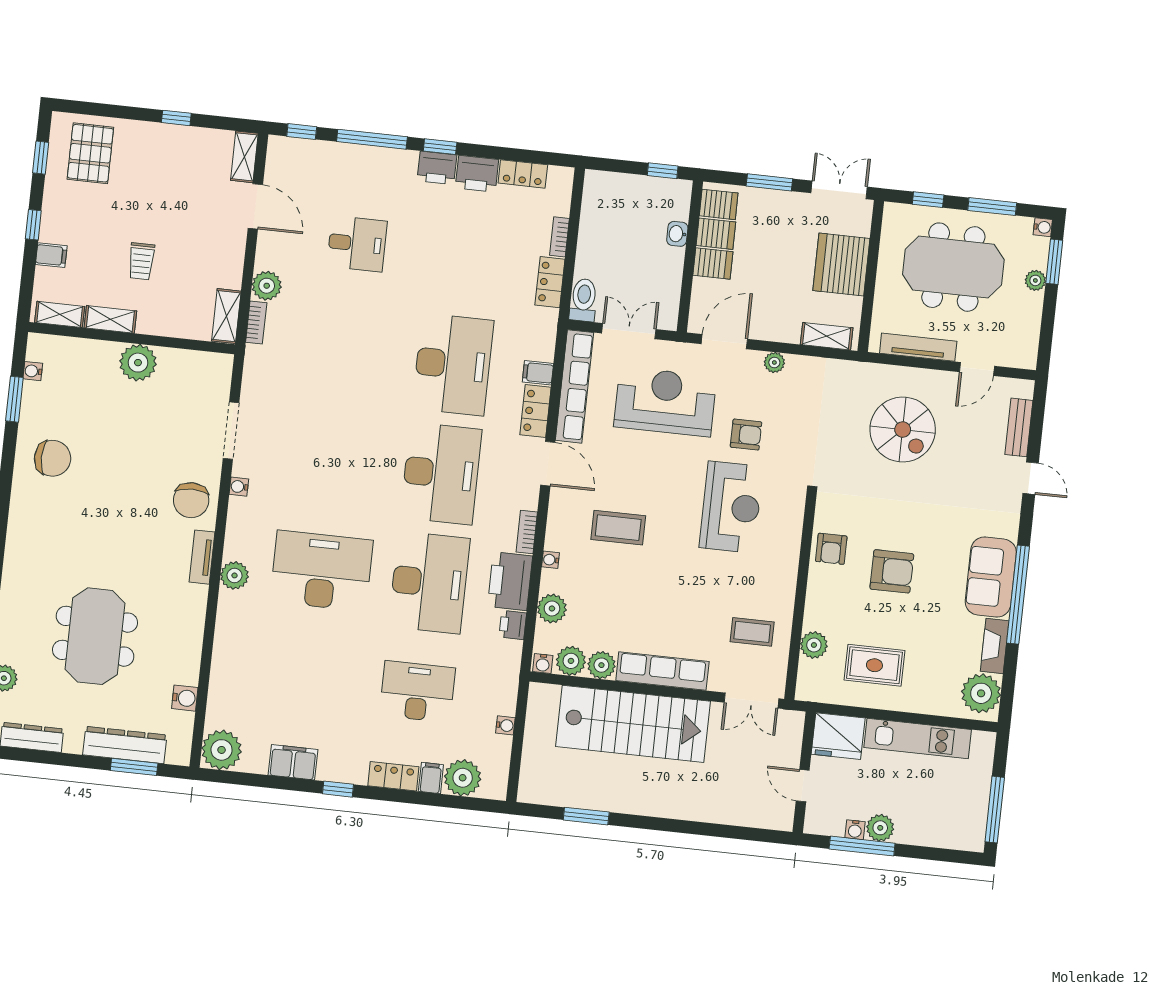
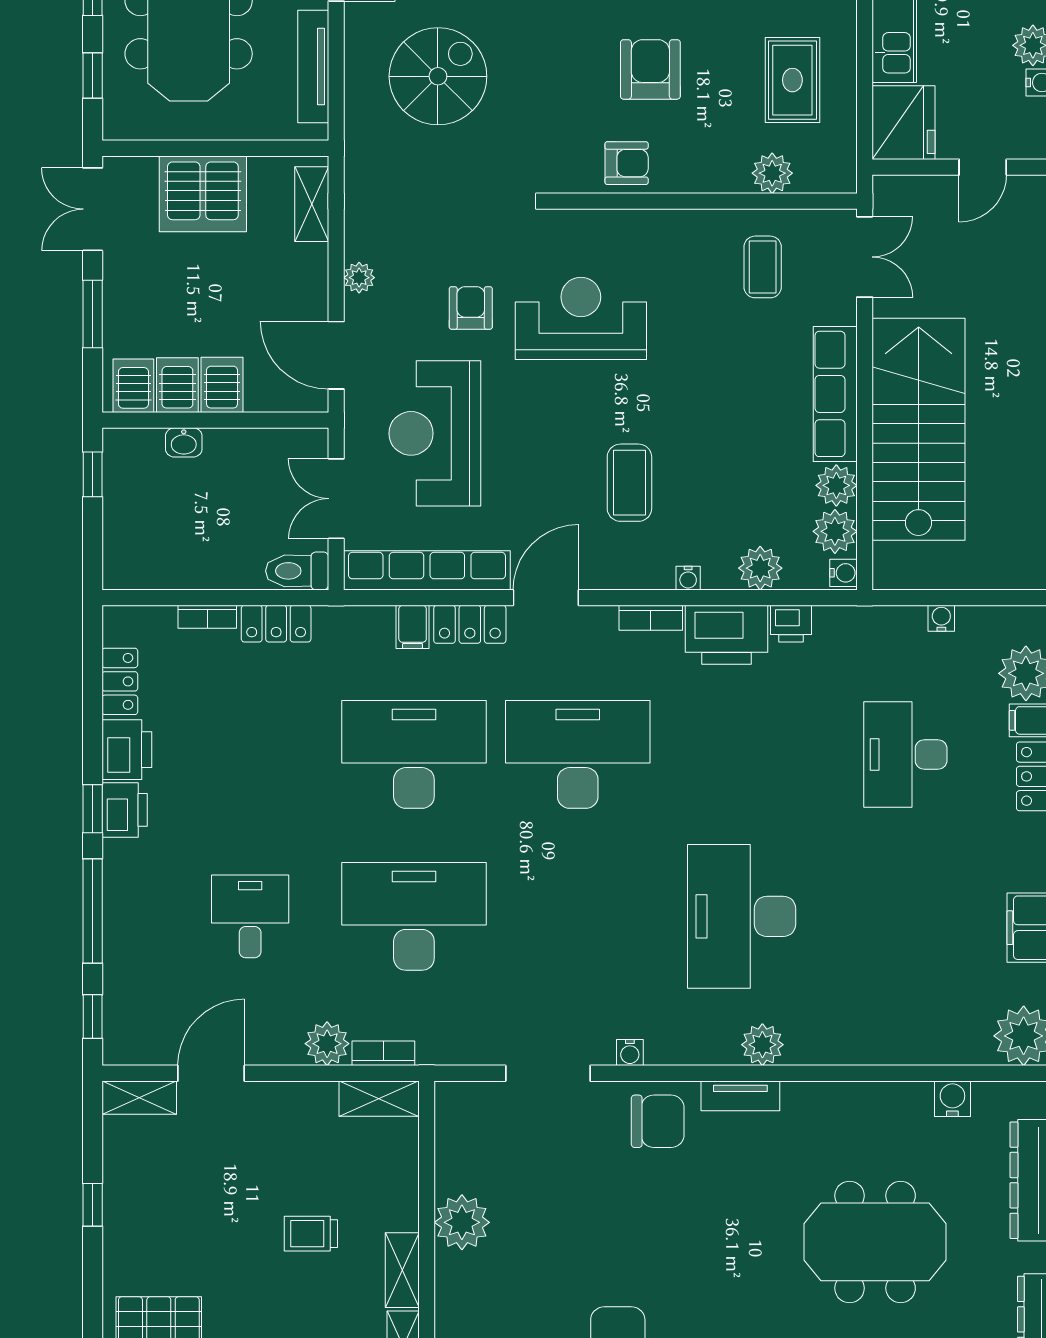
trolley: (141, 261) -> (311, 1234), turned 180
desk: (429, 583) -> (414, 916), moved

